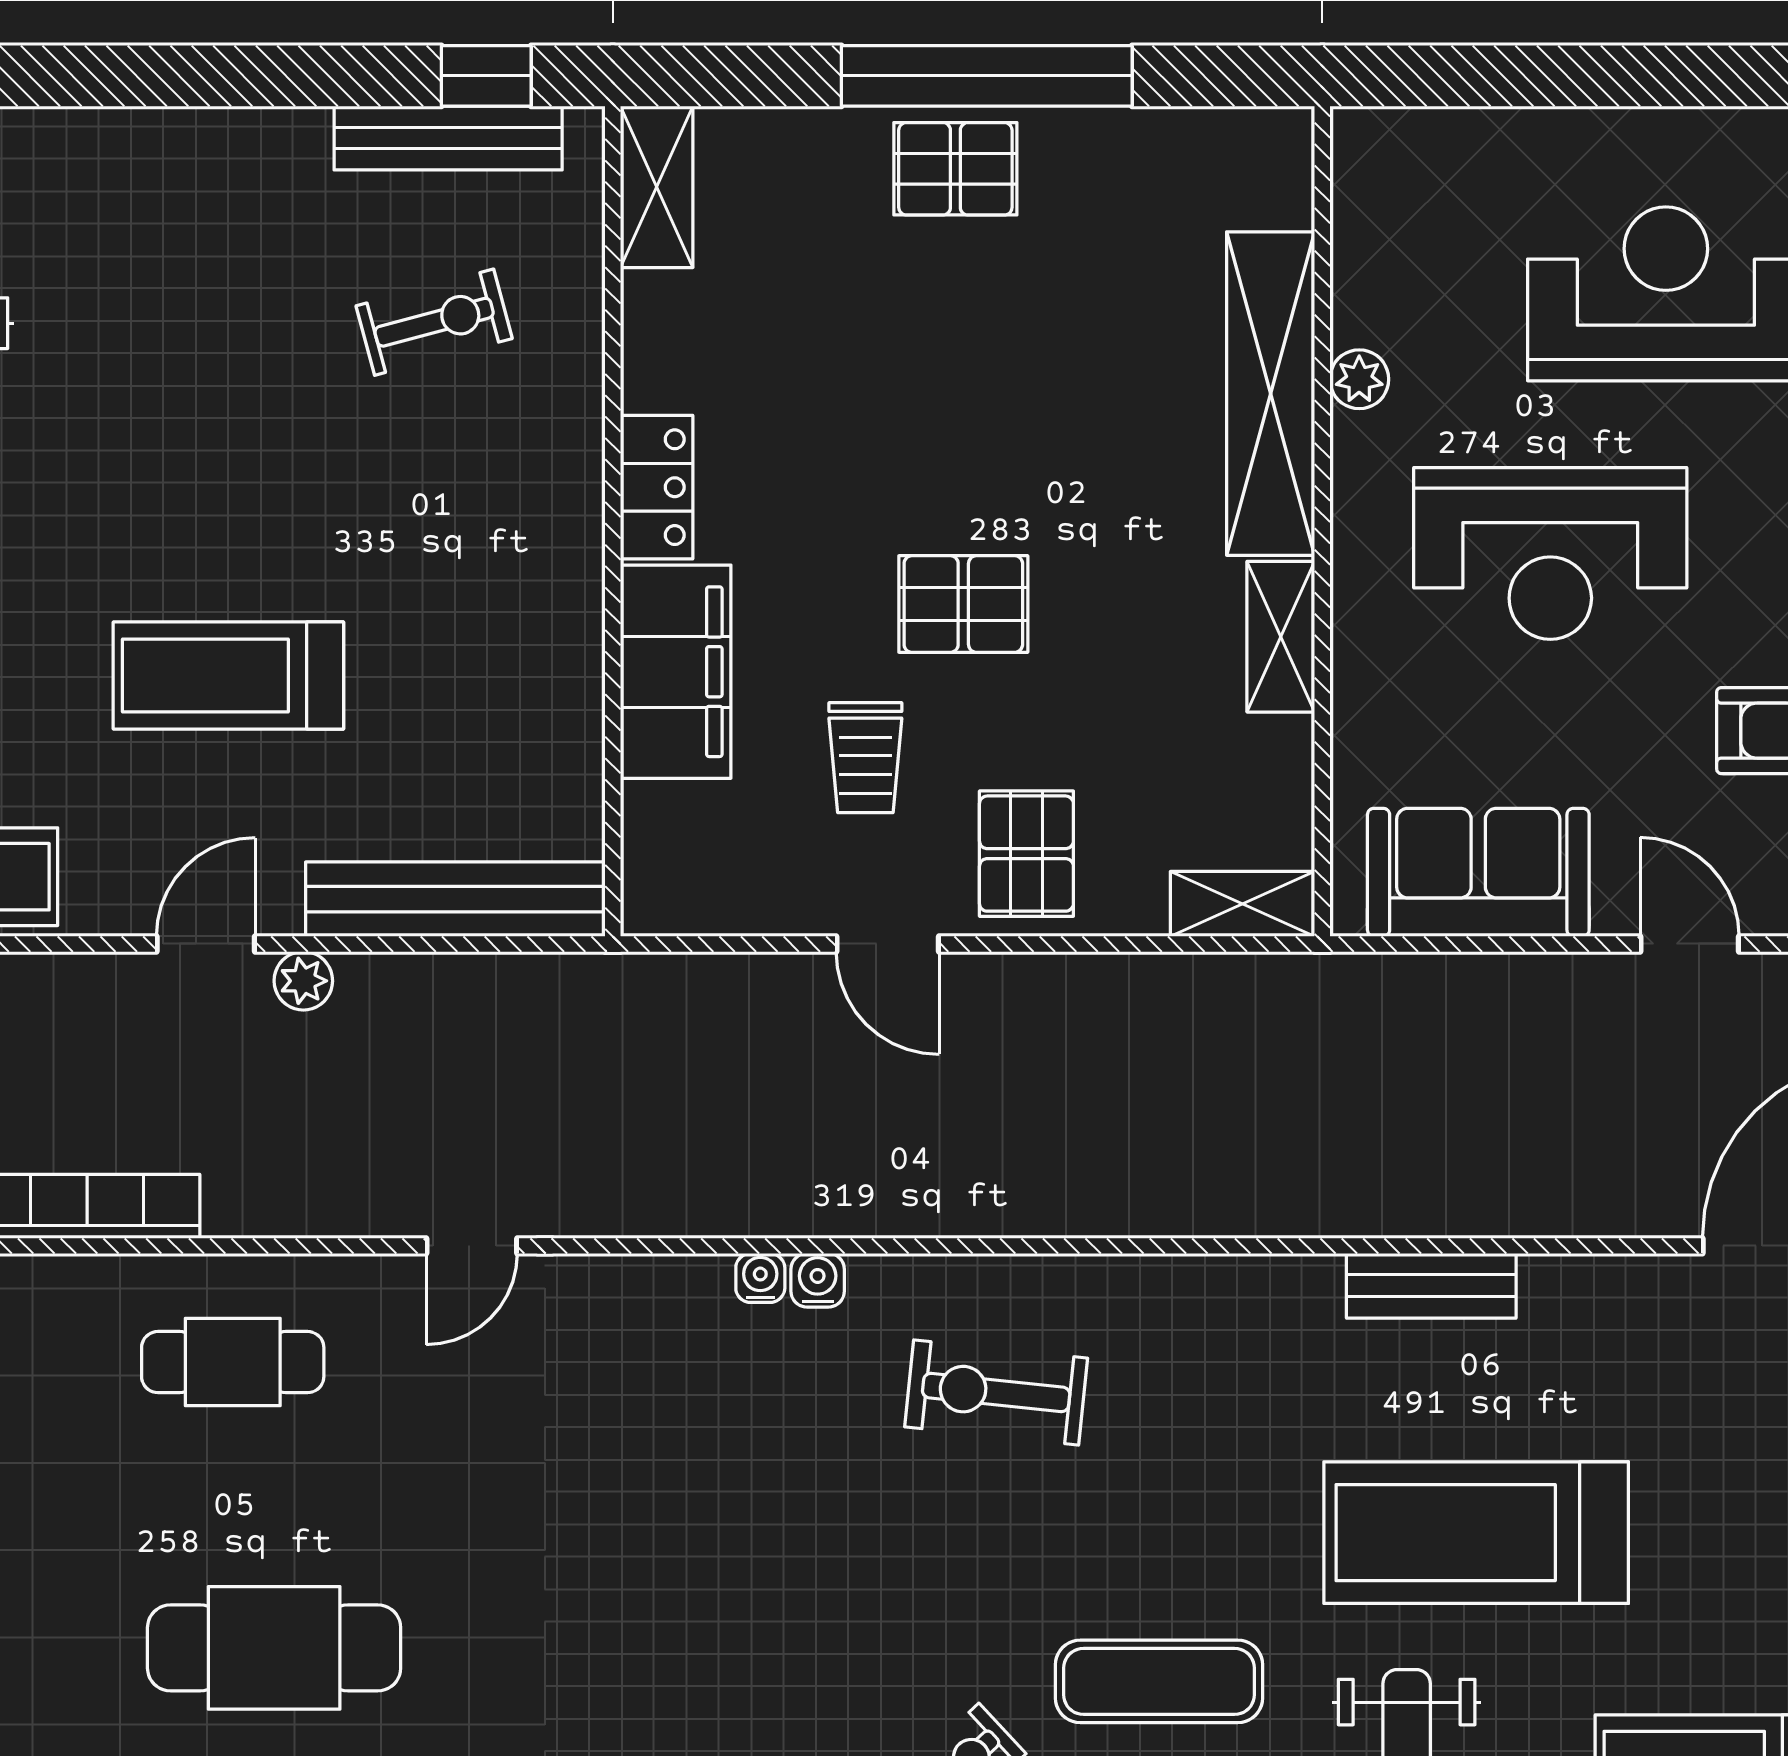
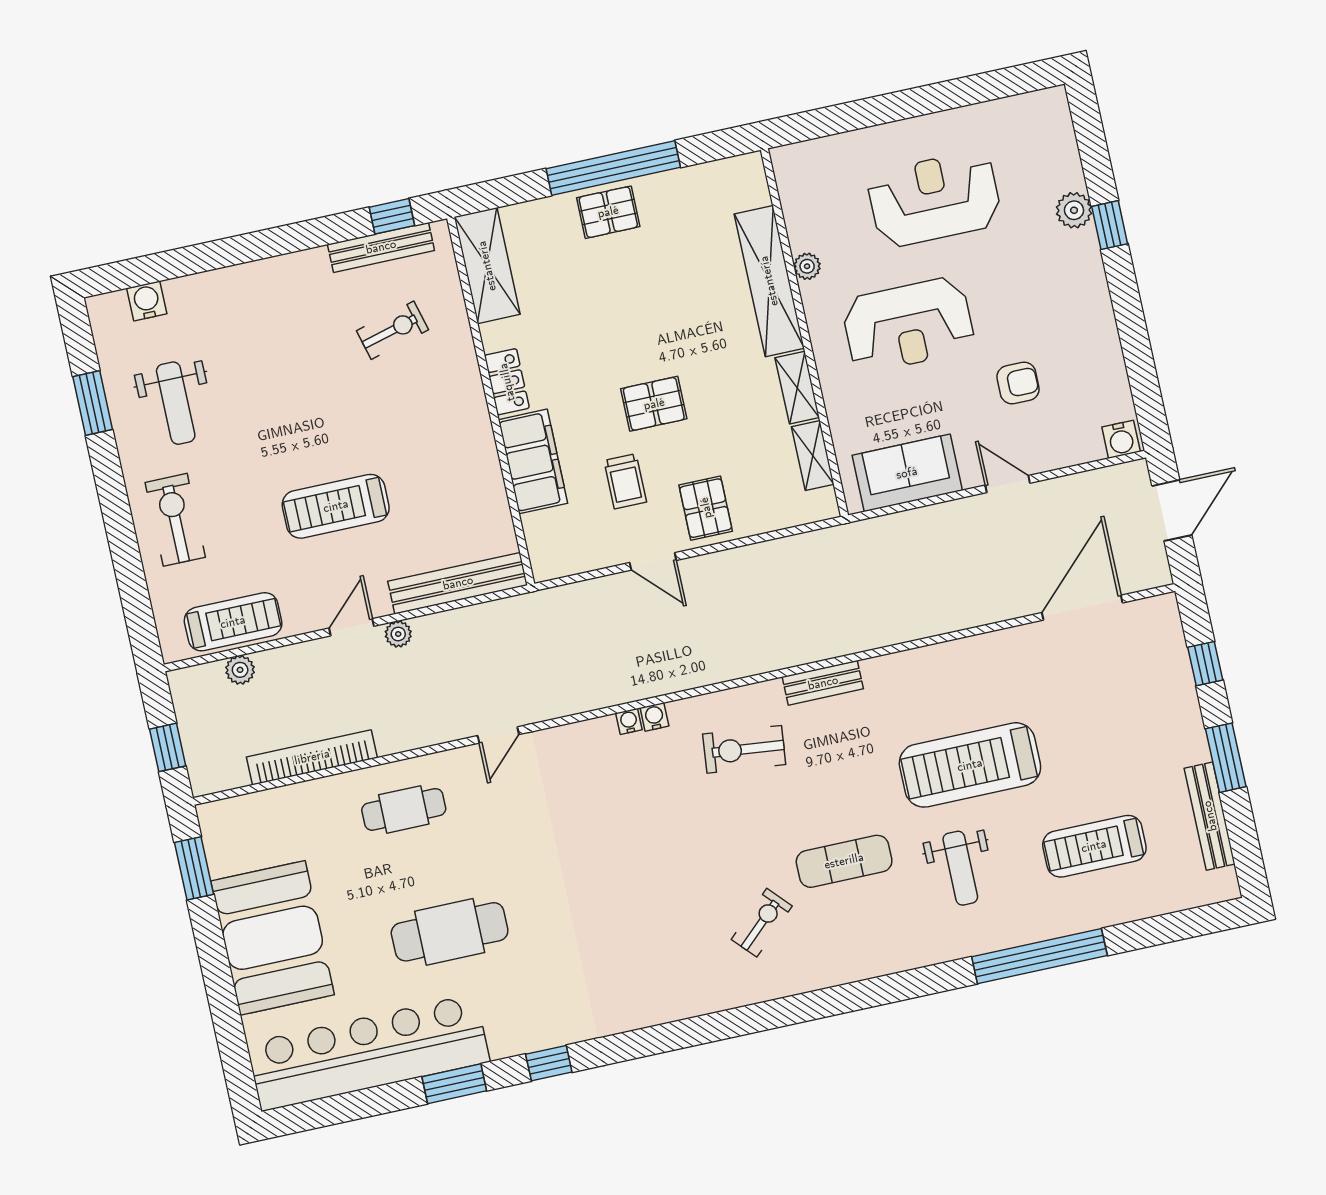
shelving: (657, 187) -> (487, 266), width x1.50, depth x1.33
shelving: (1242, 904) -> (813, 455), moved, turned 90
bench: (1431, 1286) -> (823, 683), moved

